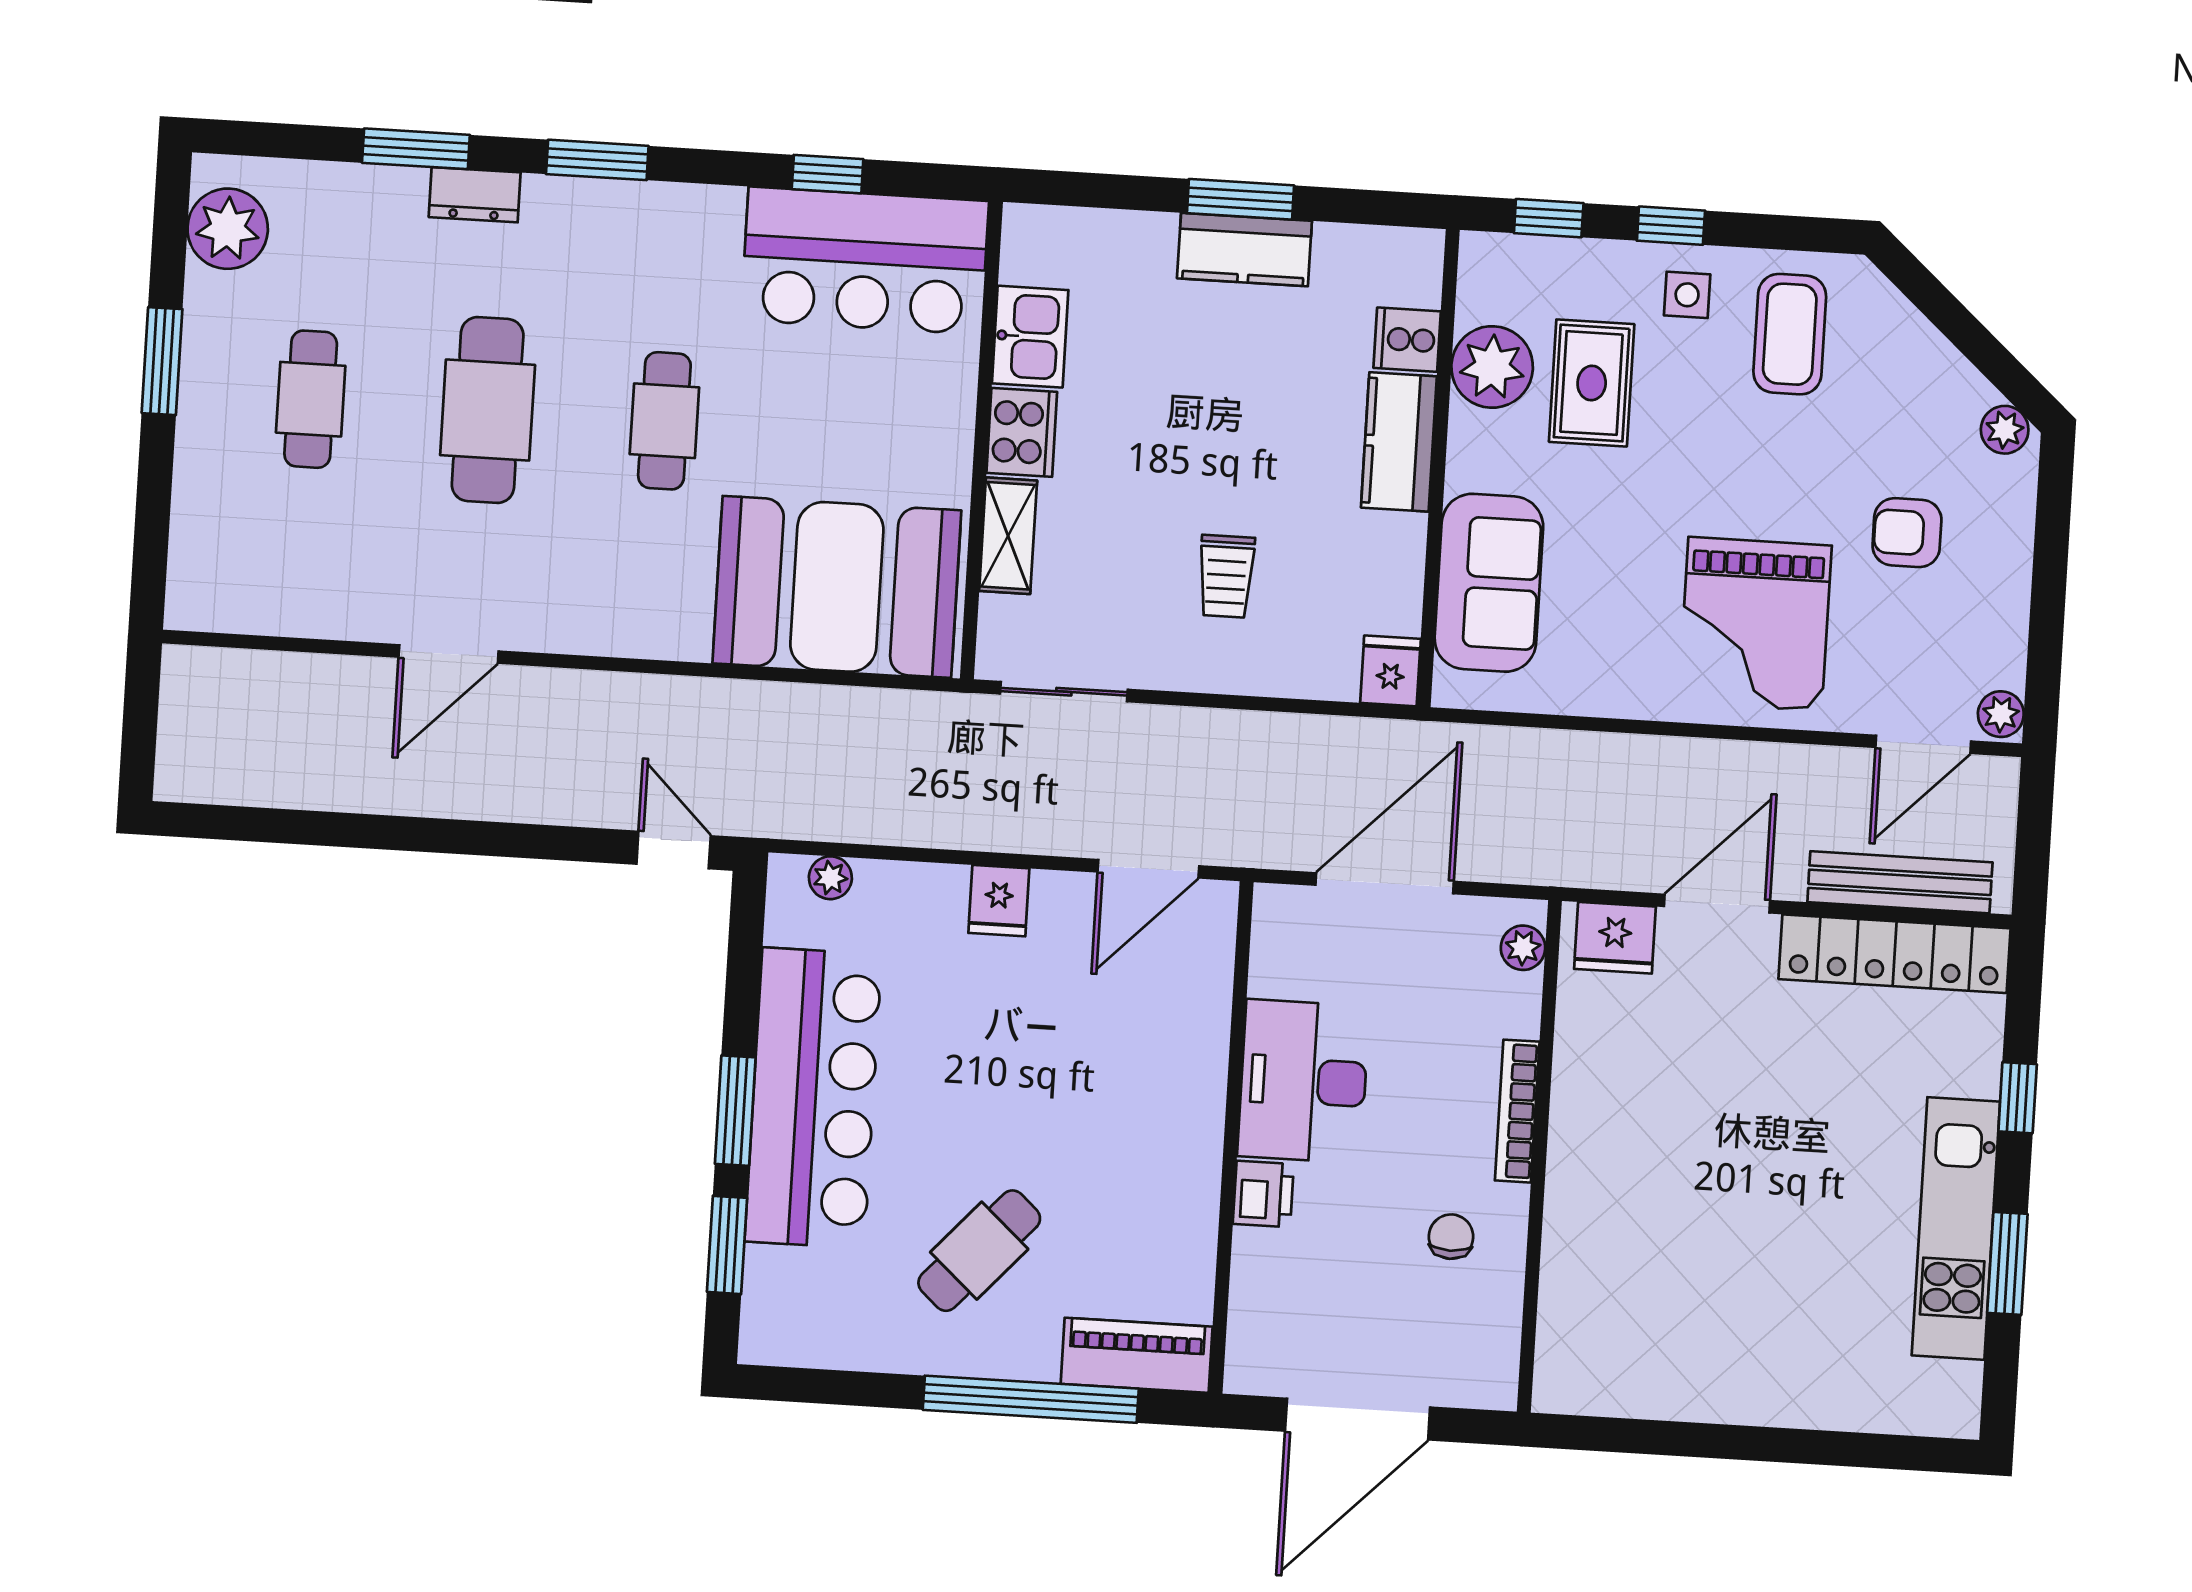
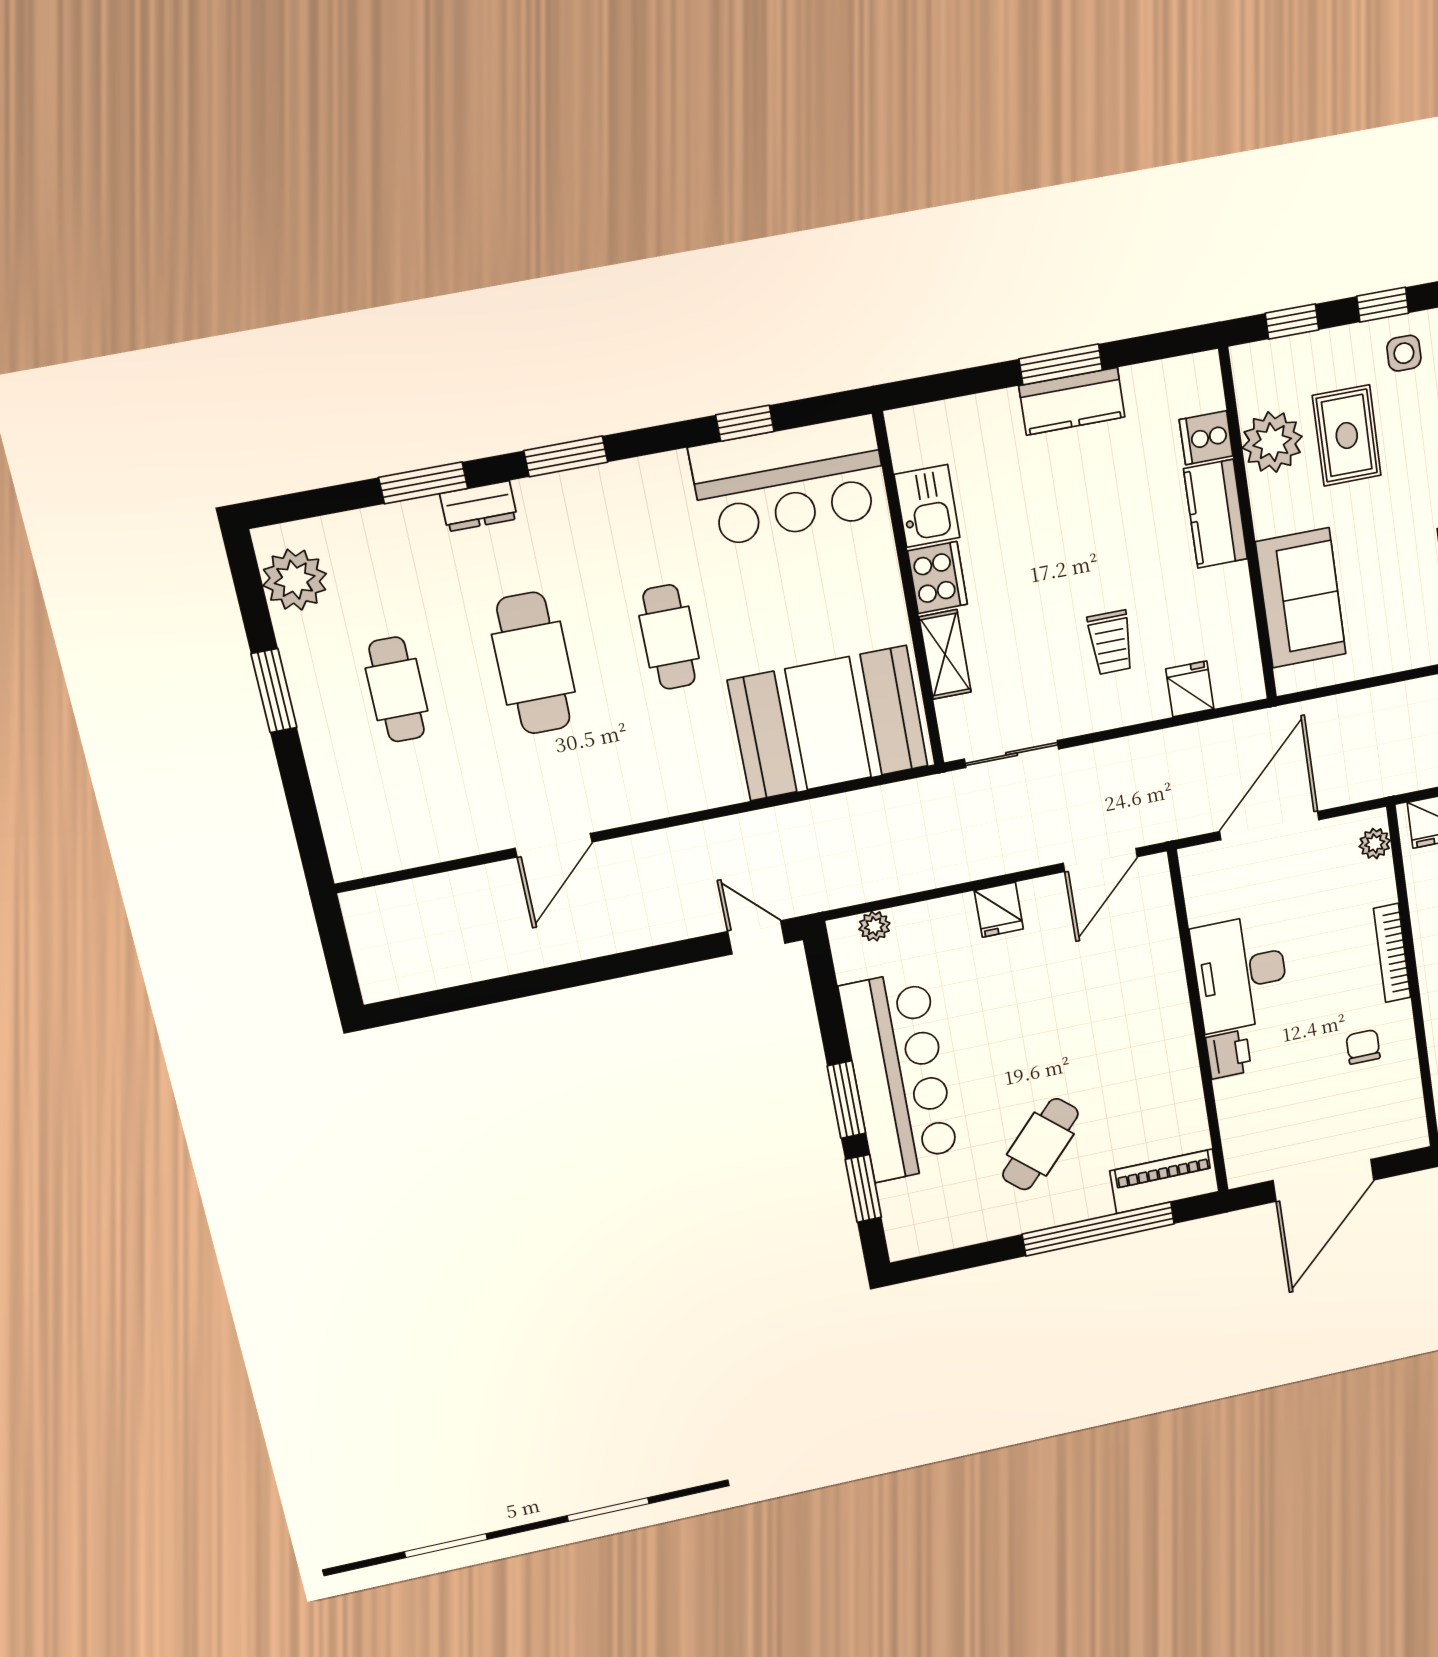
fridge: (1390, 671) -> (1190, 689), moved

